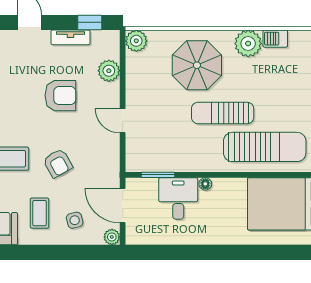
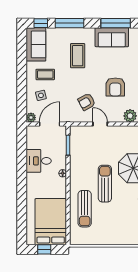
door: (123, 121) -> (100, 124), hinge flipped
sun lounger: (265, 147) -> (85, 209), width x0.73, depth x0.75
armchair: (58, 163) -> (87, 102), moved
desk: (178, 198) -> (39, 161), moved, turned 180

